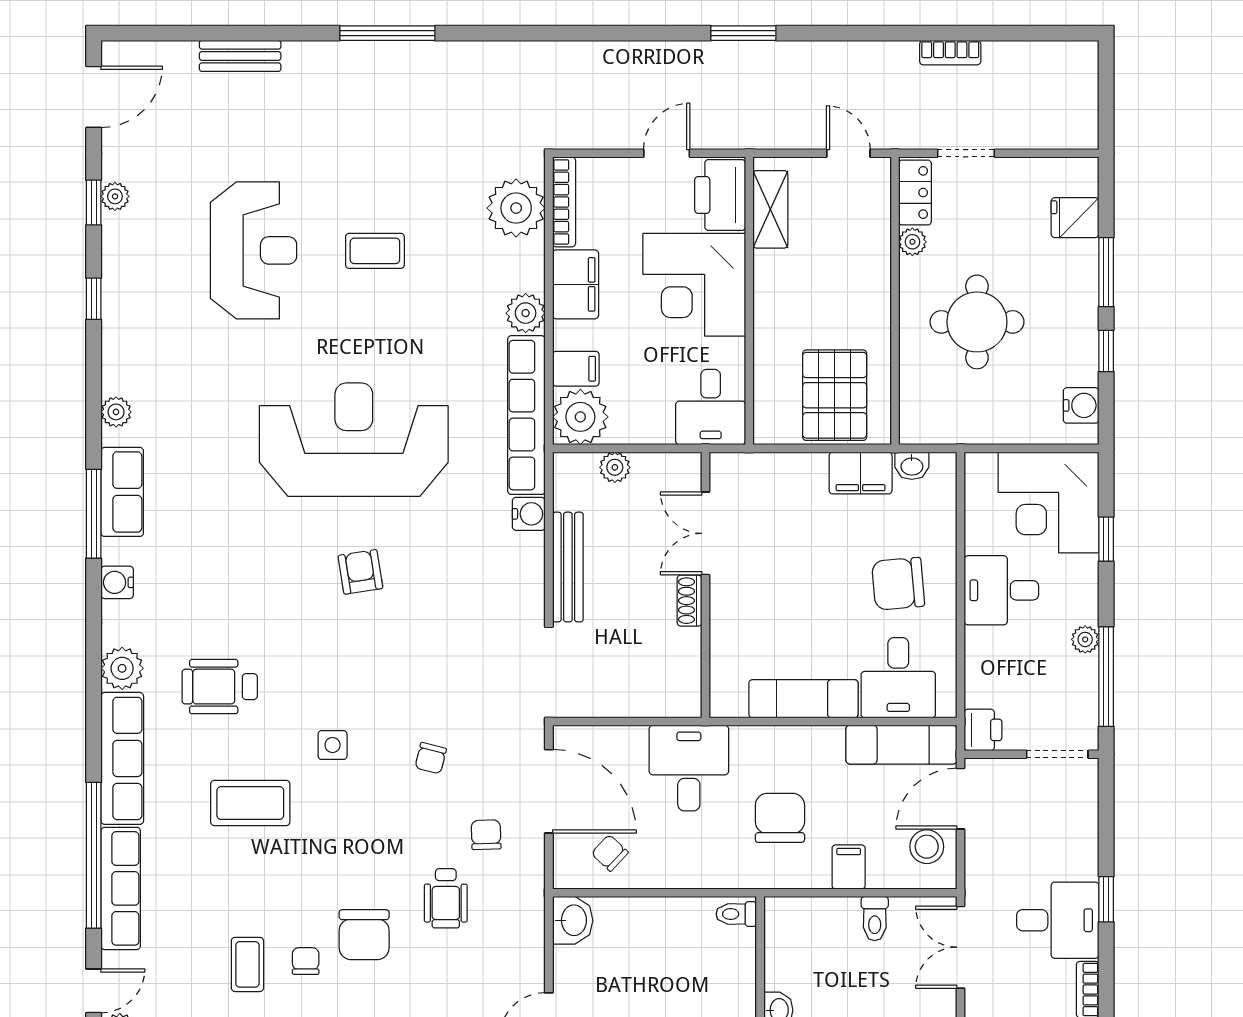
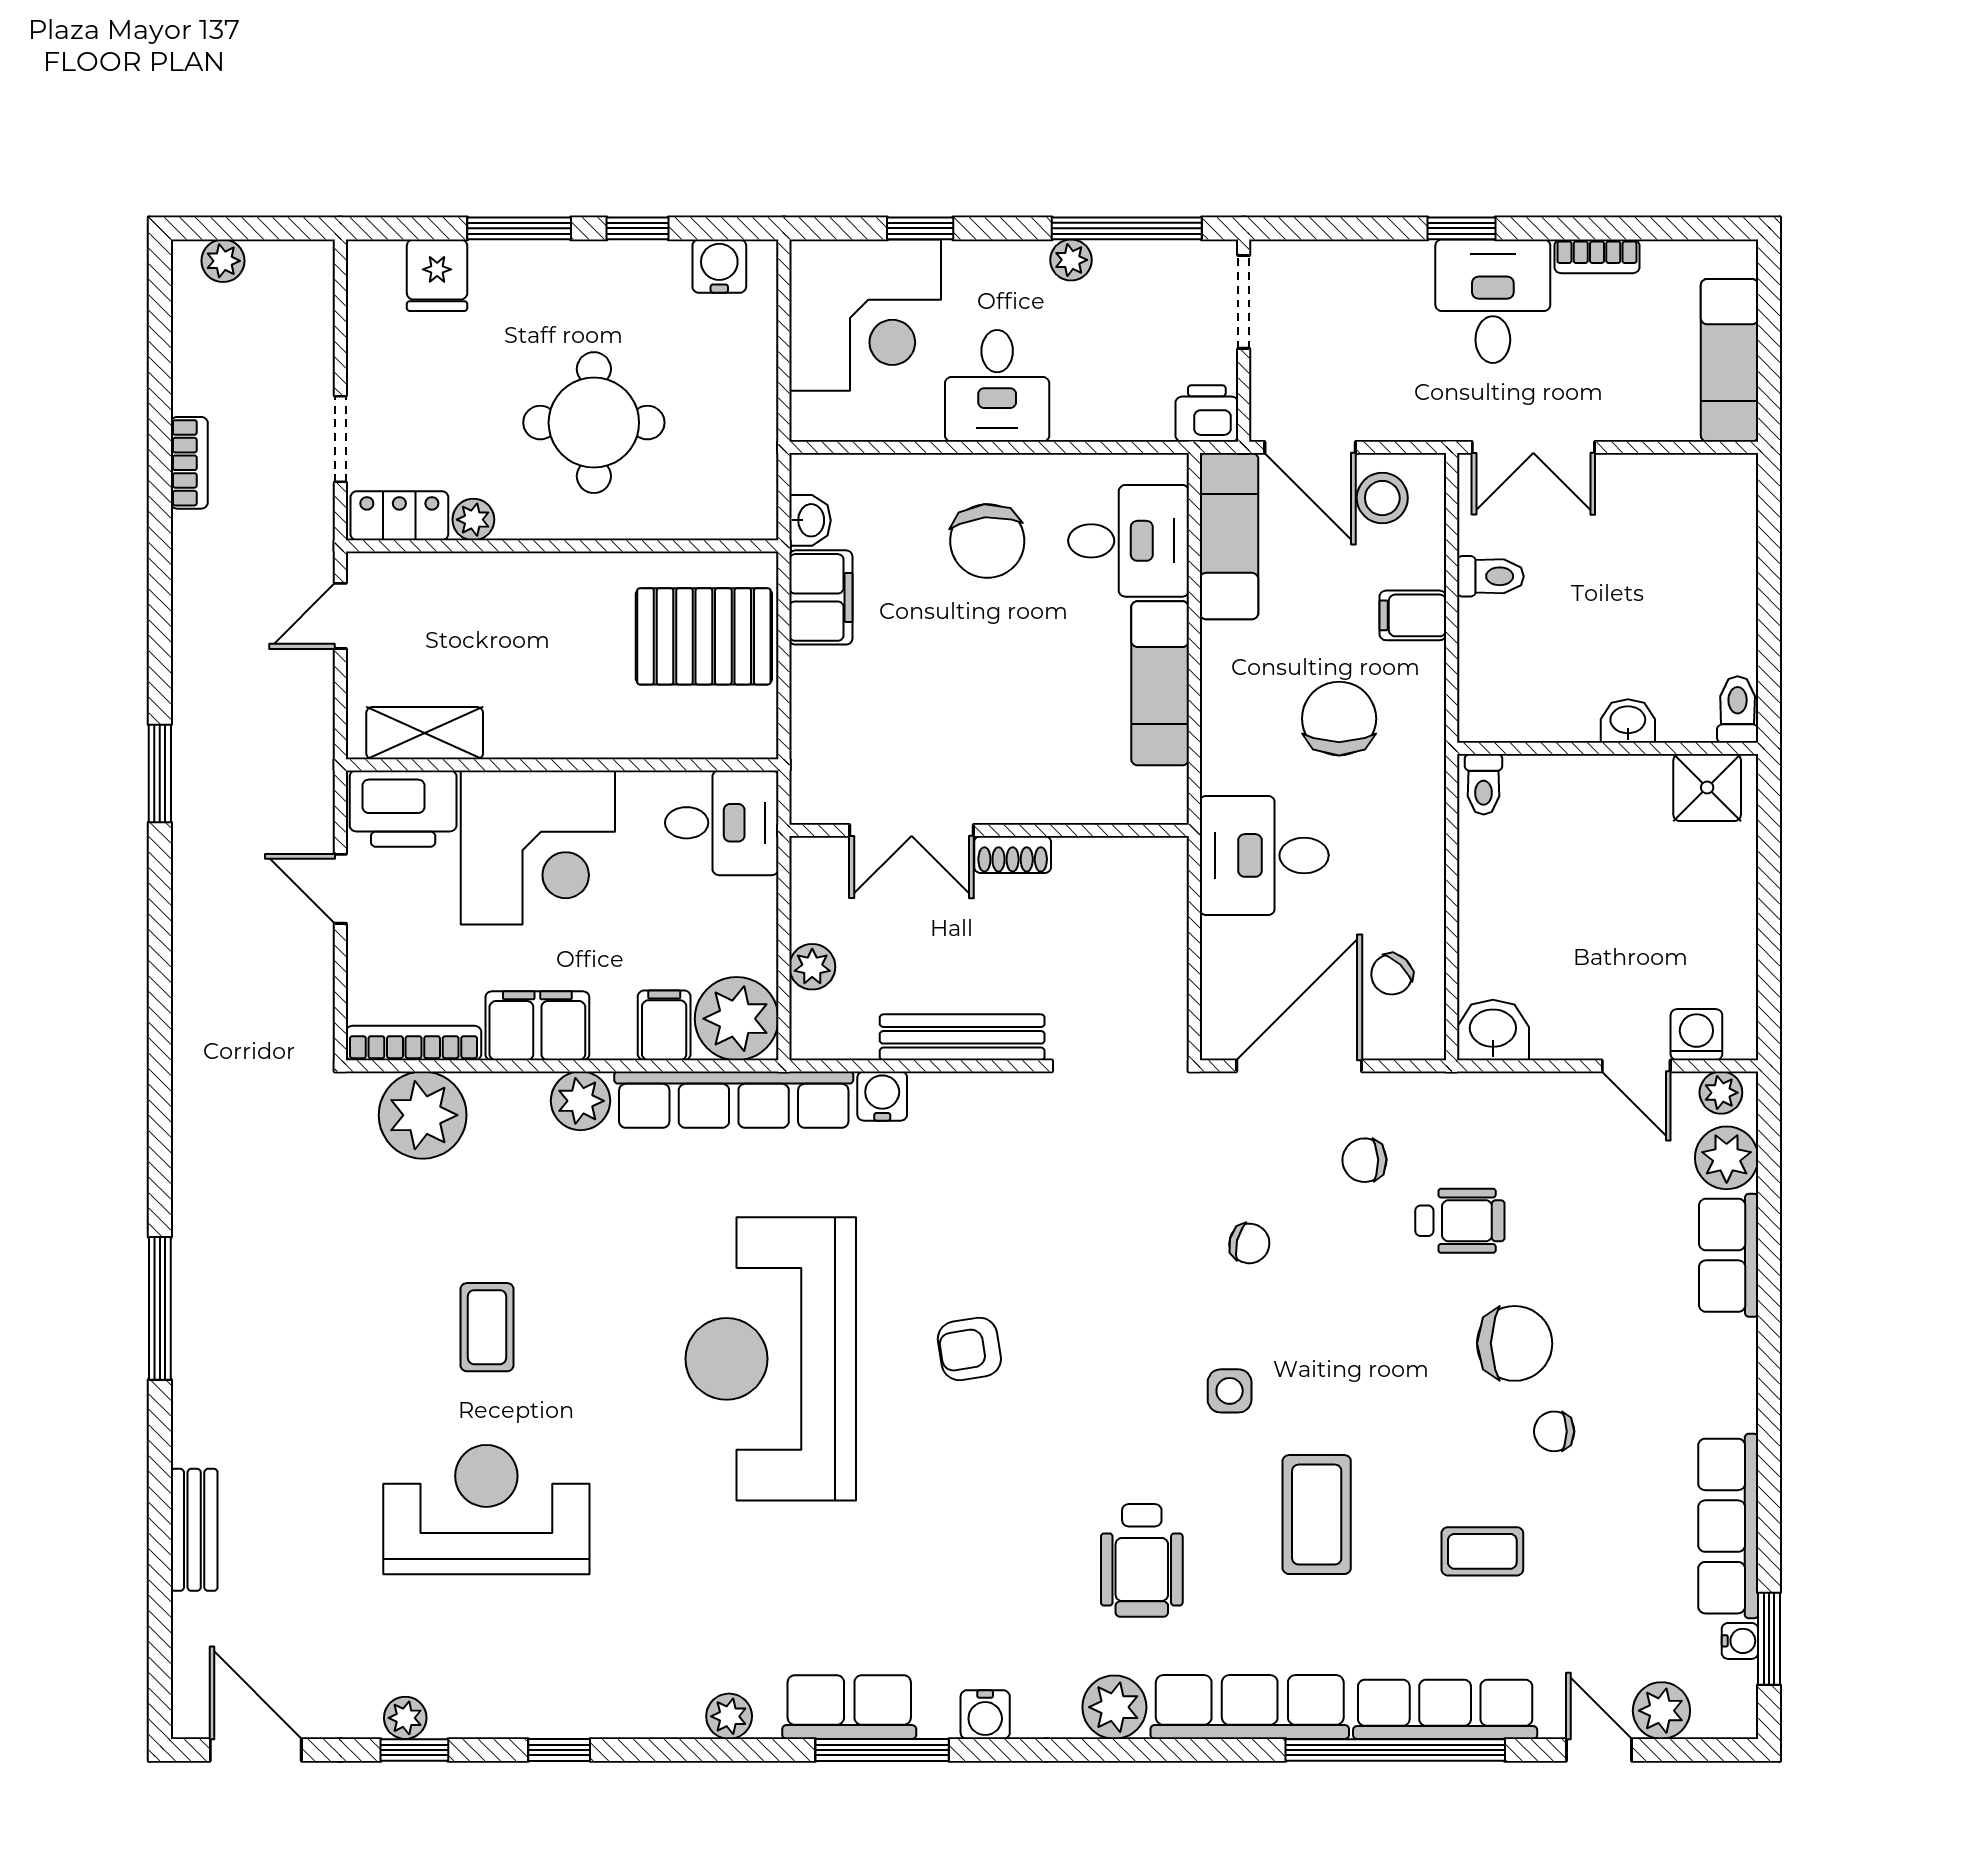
plant: (1085, 75) -> (223, 261), added
chair: (780, 818) -> (1339, 719), turned 90
coffee table: (247, 964) -> (1482, 1551), moved

